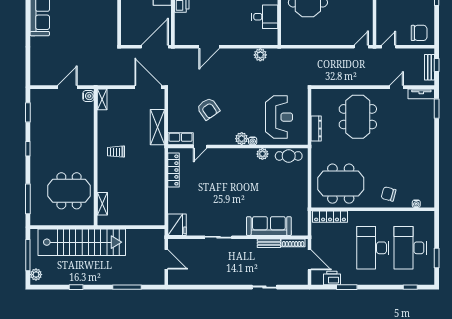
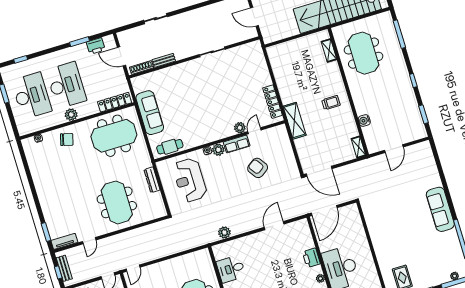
water cooler: (88, 96) -> (364, 121), moved
shelving: (157, 127) -> (295, 121), moved
row of seats: (181, 139) -> (237, 144), moved
plant: (262, 154) -> (240, 128), moved
meeting table: (69, 191) -> (364, 53), turned 90
plant: (377, 217) -> (71, 115), added
fridge: (177, 225) -> (254, 52), removed
sofa: (269, 226) -> (150, 113), moved, turned -90

